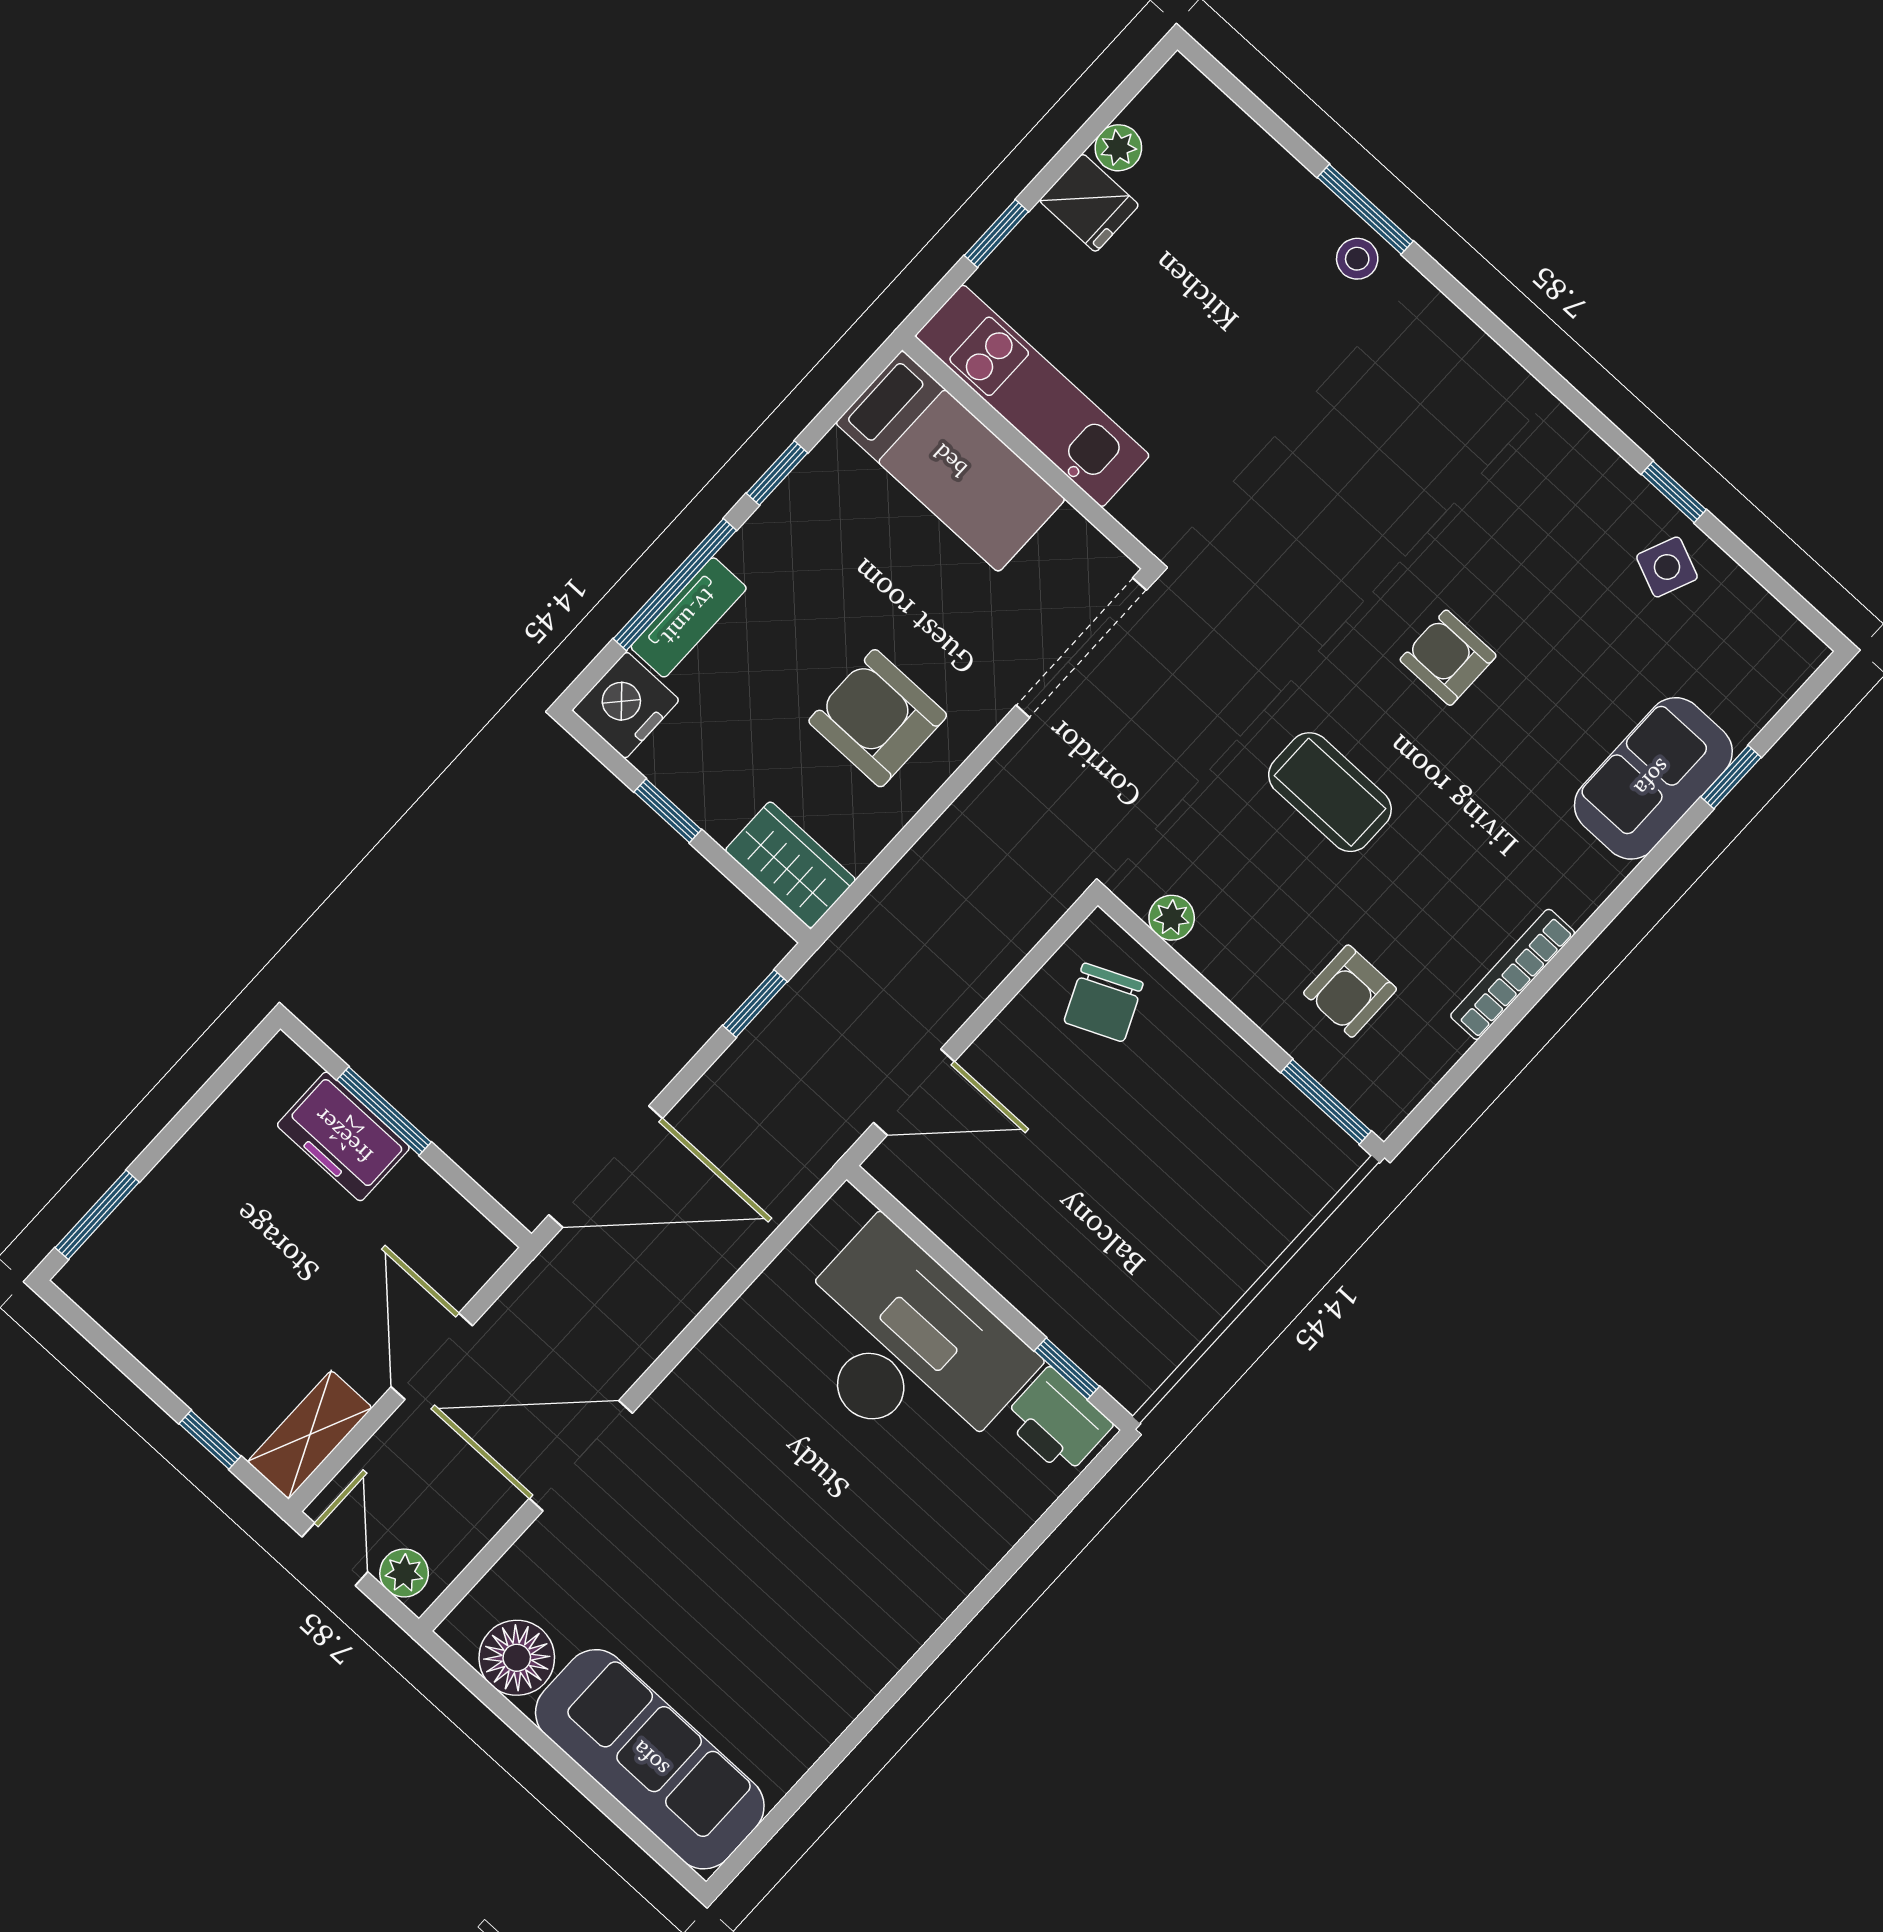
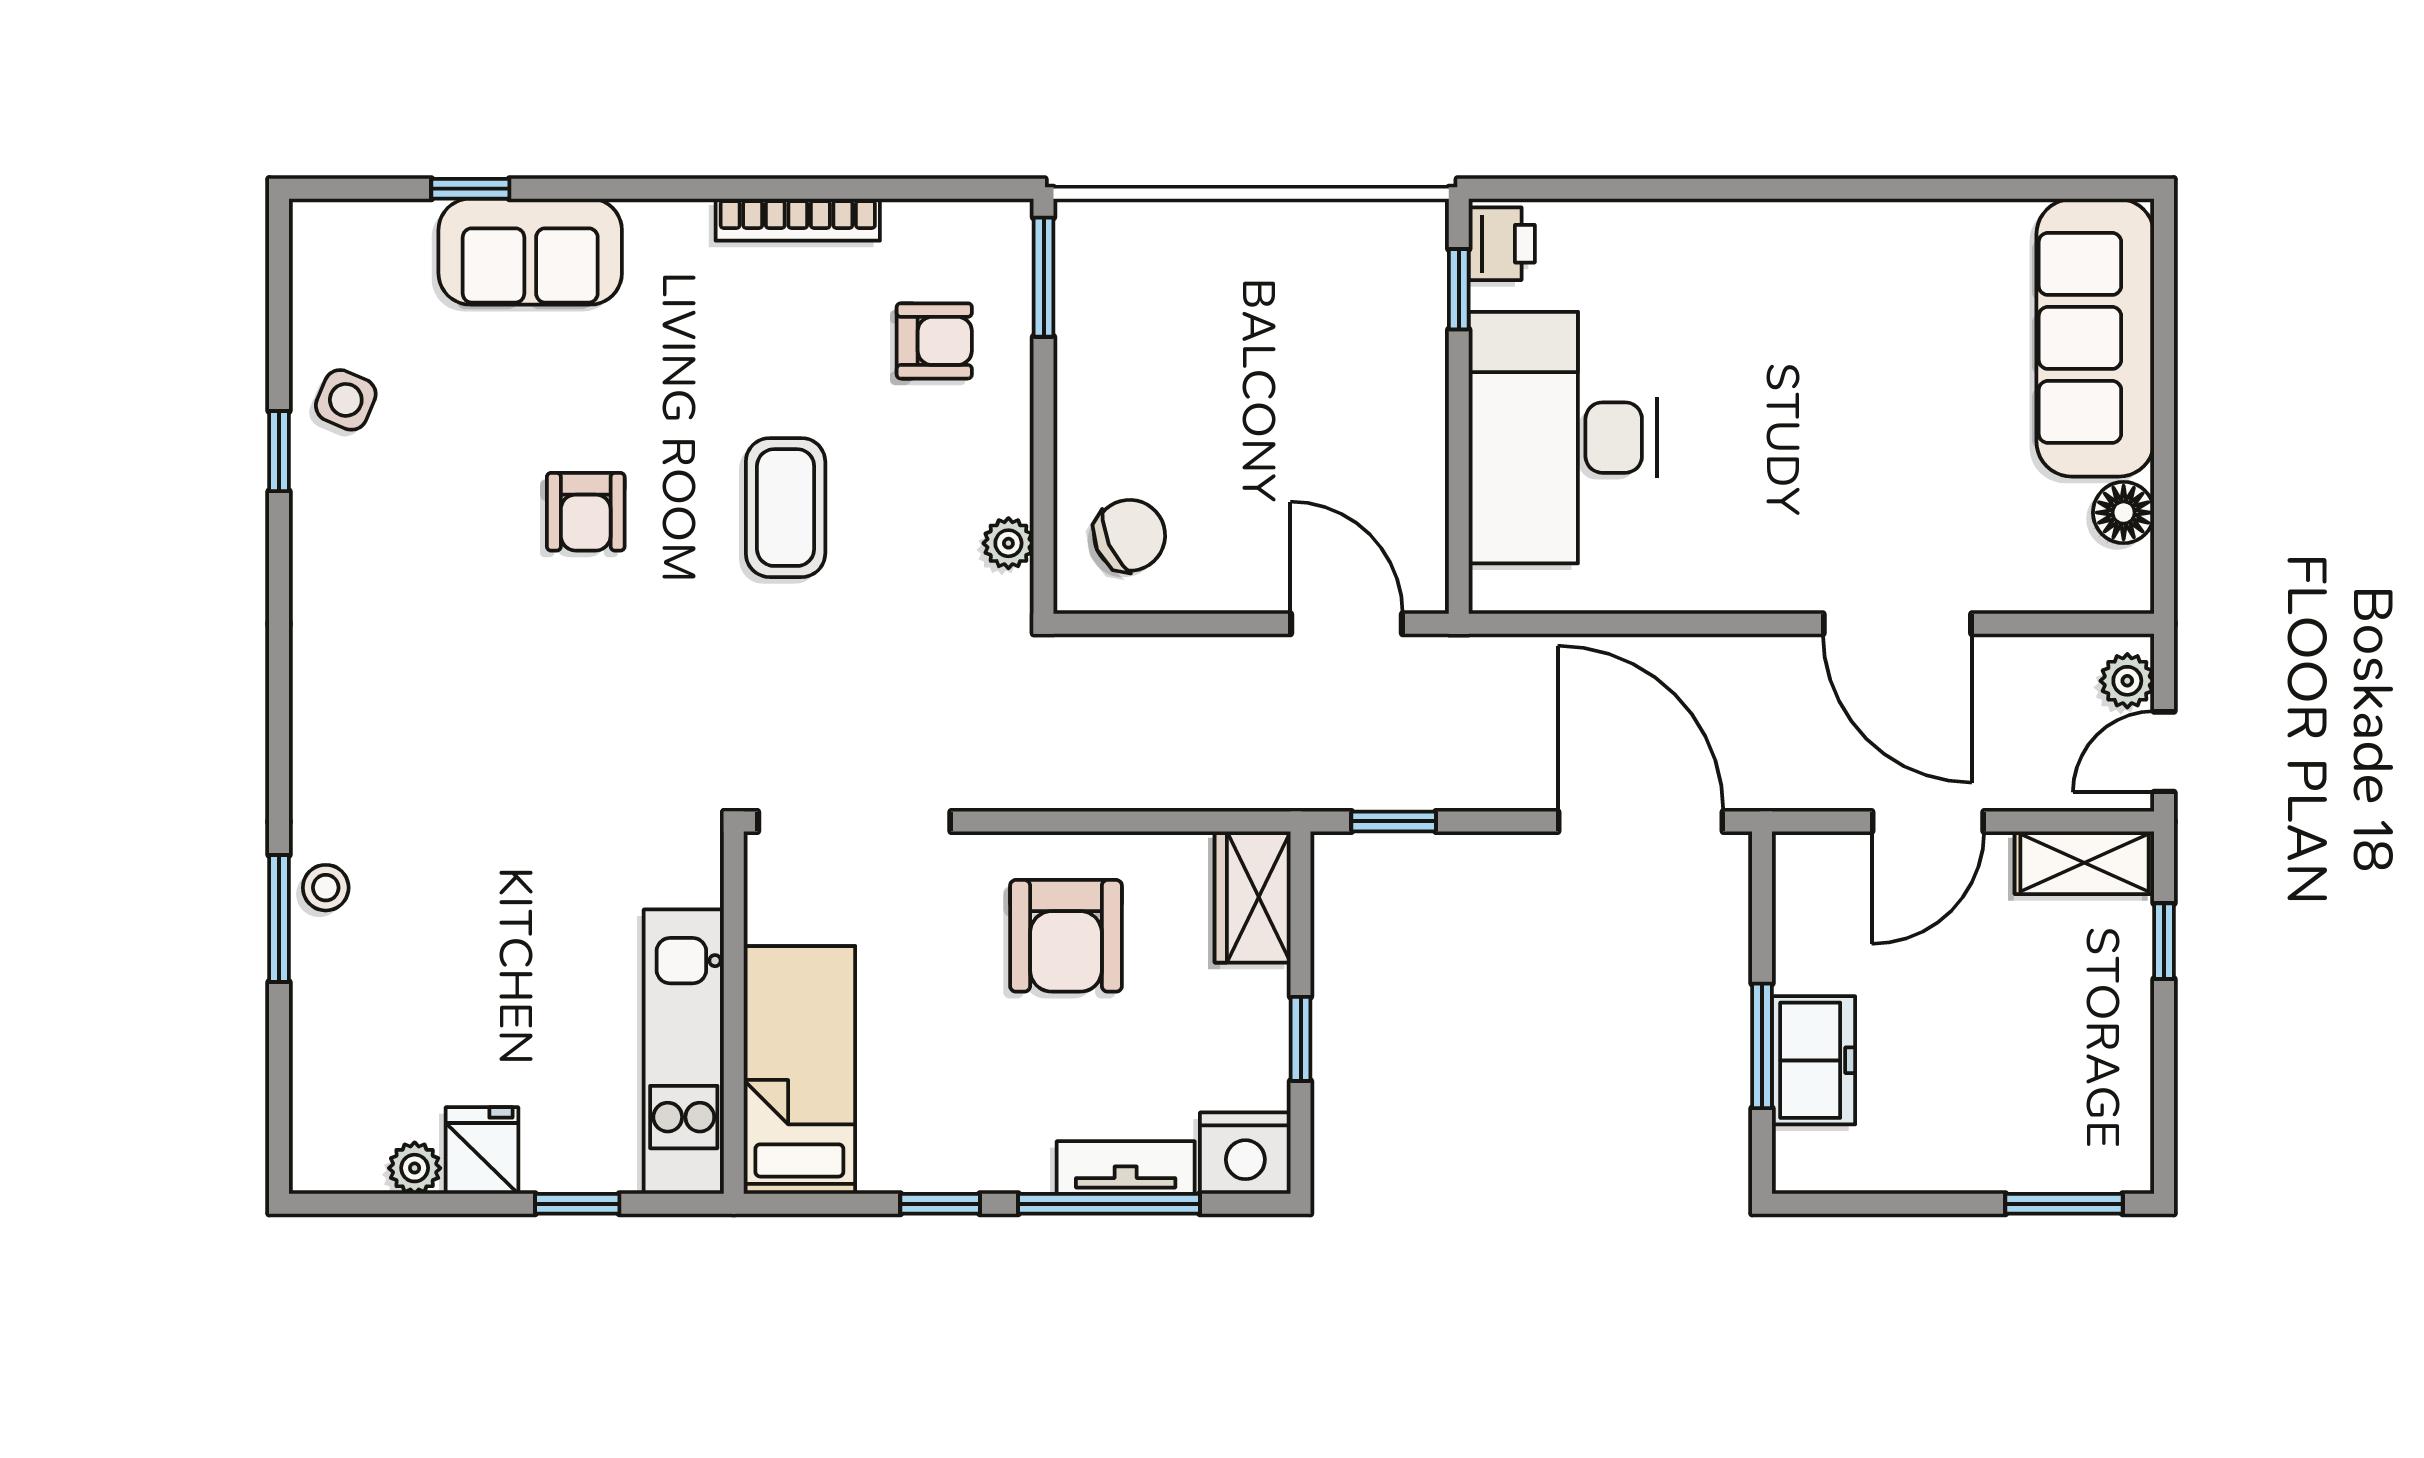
printer: (1057, 1422) -> (1502, 244), width x0.73, depth x0.81
floor lamp: (517, 1658) -> (2124, 513), width x0.73, depth x0.73

